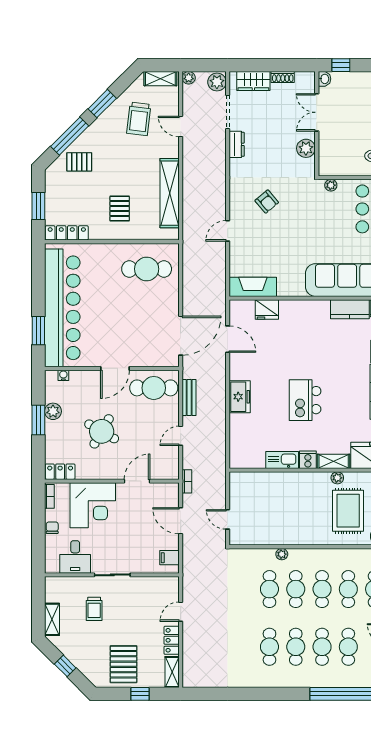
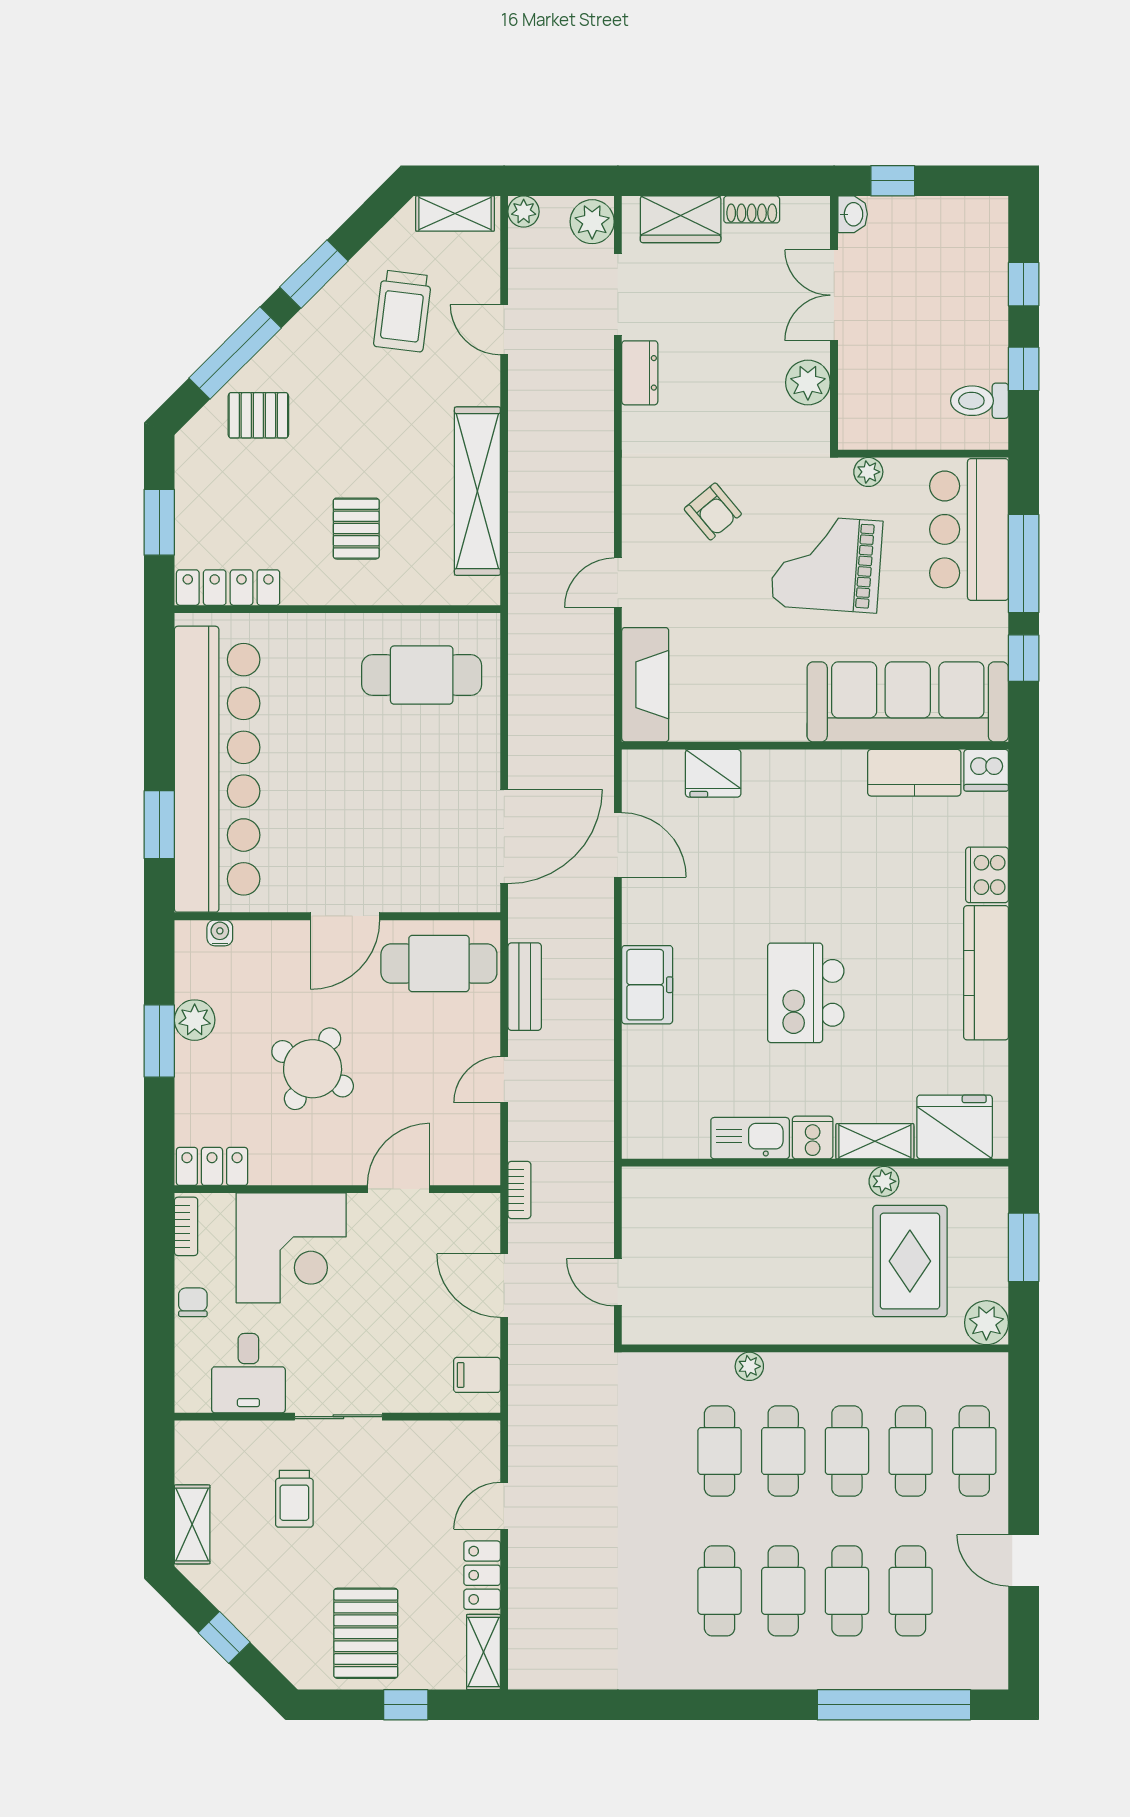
grand piano: (314, 223) -> (827, 563), added
fireplace: (253, 287) -> (645, 685), moved, turned 90

